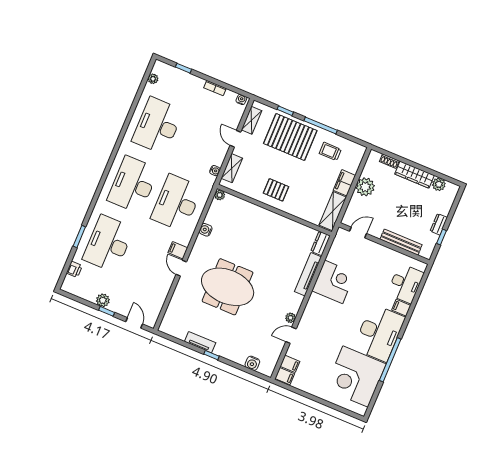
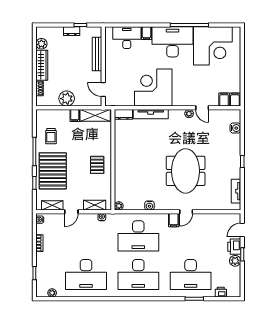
filing cabinet: (344, 183) -> (75, 116), width x0.50
corner desk: (334, 282) -> (153, 88), width x1.36, depth x1.36
printer: (119, 306) -> (234, 247), added
tv unit: (200, 342) -> (236, 191), moved

